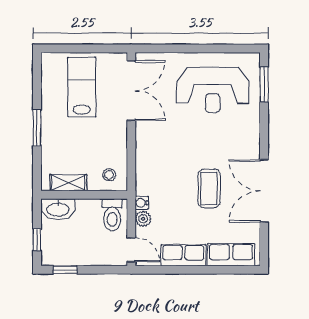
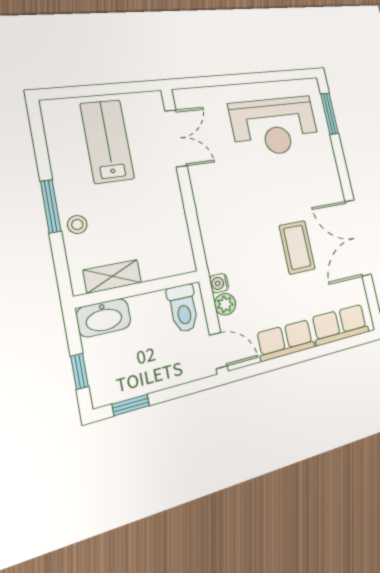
double door: (131, 91) -> (176, 138), width x0.73
stool: (109, 175) -> (77, 225), moved

